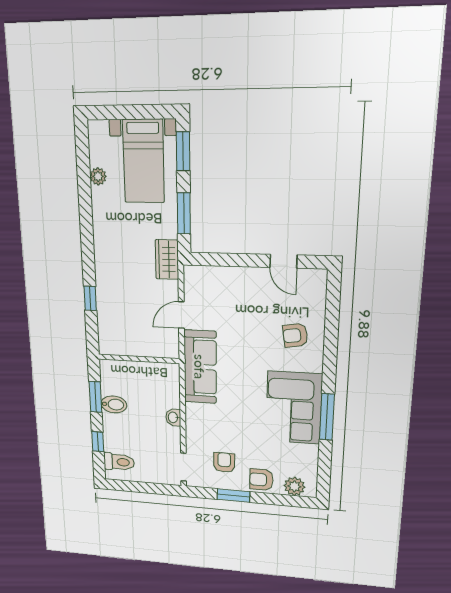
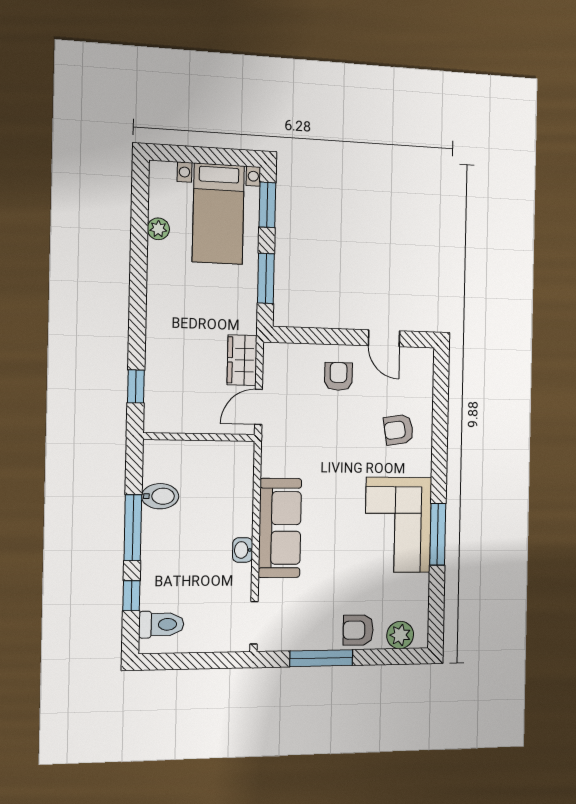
wardrobe: (167, 260) -> (242, 360), moved
wall: (139, 359) -> (199, 437), moved
sofa: (200, 367) -> (280, 528), moved
window: (95, 397) -> (133, 528), width x1.44
bidet: (114, 404) -> (160, 496), moved
armchair: (224, 462) -> (338, 376), moved
window: (233, 496) -> (321, 658), width x1.44

